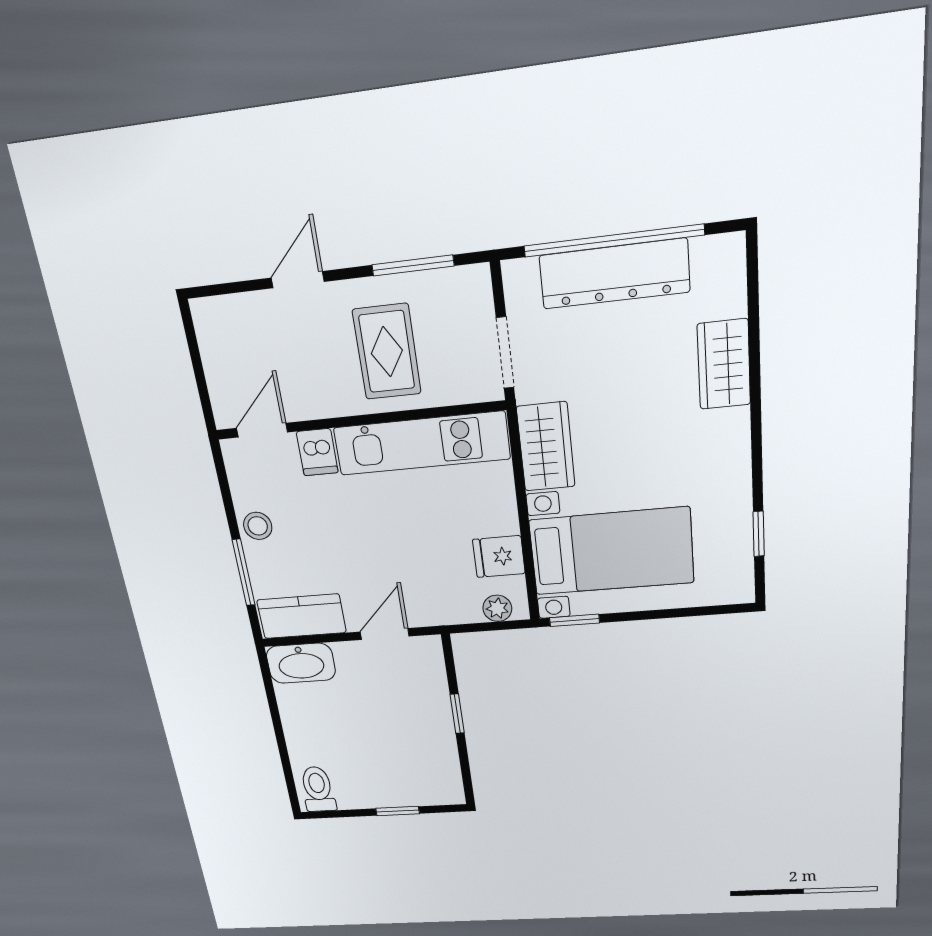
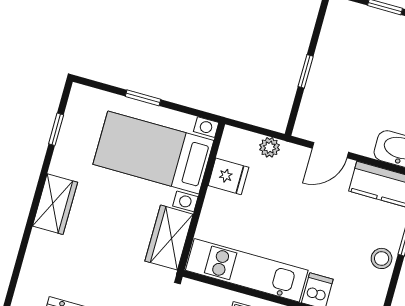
wardrobe: (724, 364) -> (55, 204), moved
plant: (497, 608) -> (270, 147), moved
window: (574, 620) -> (143, 98), moved

